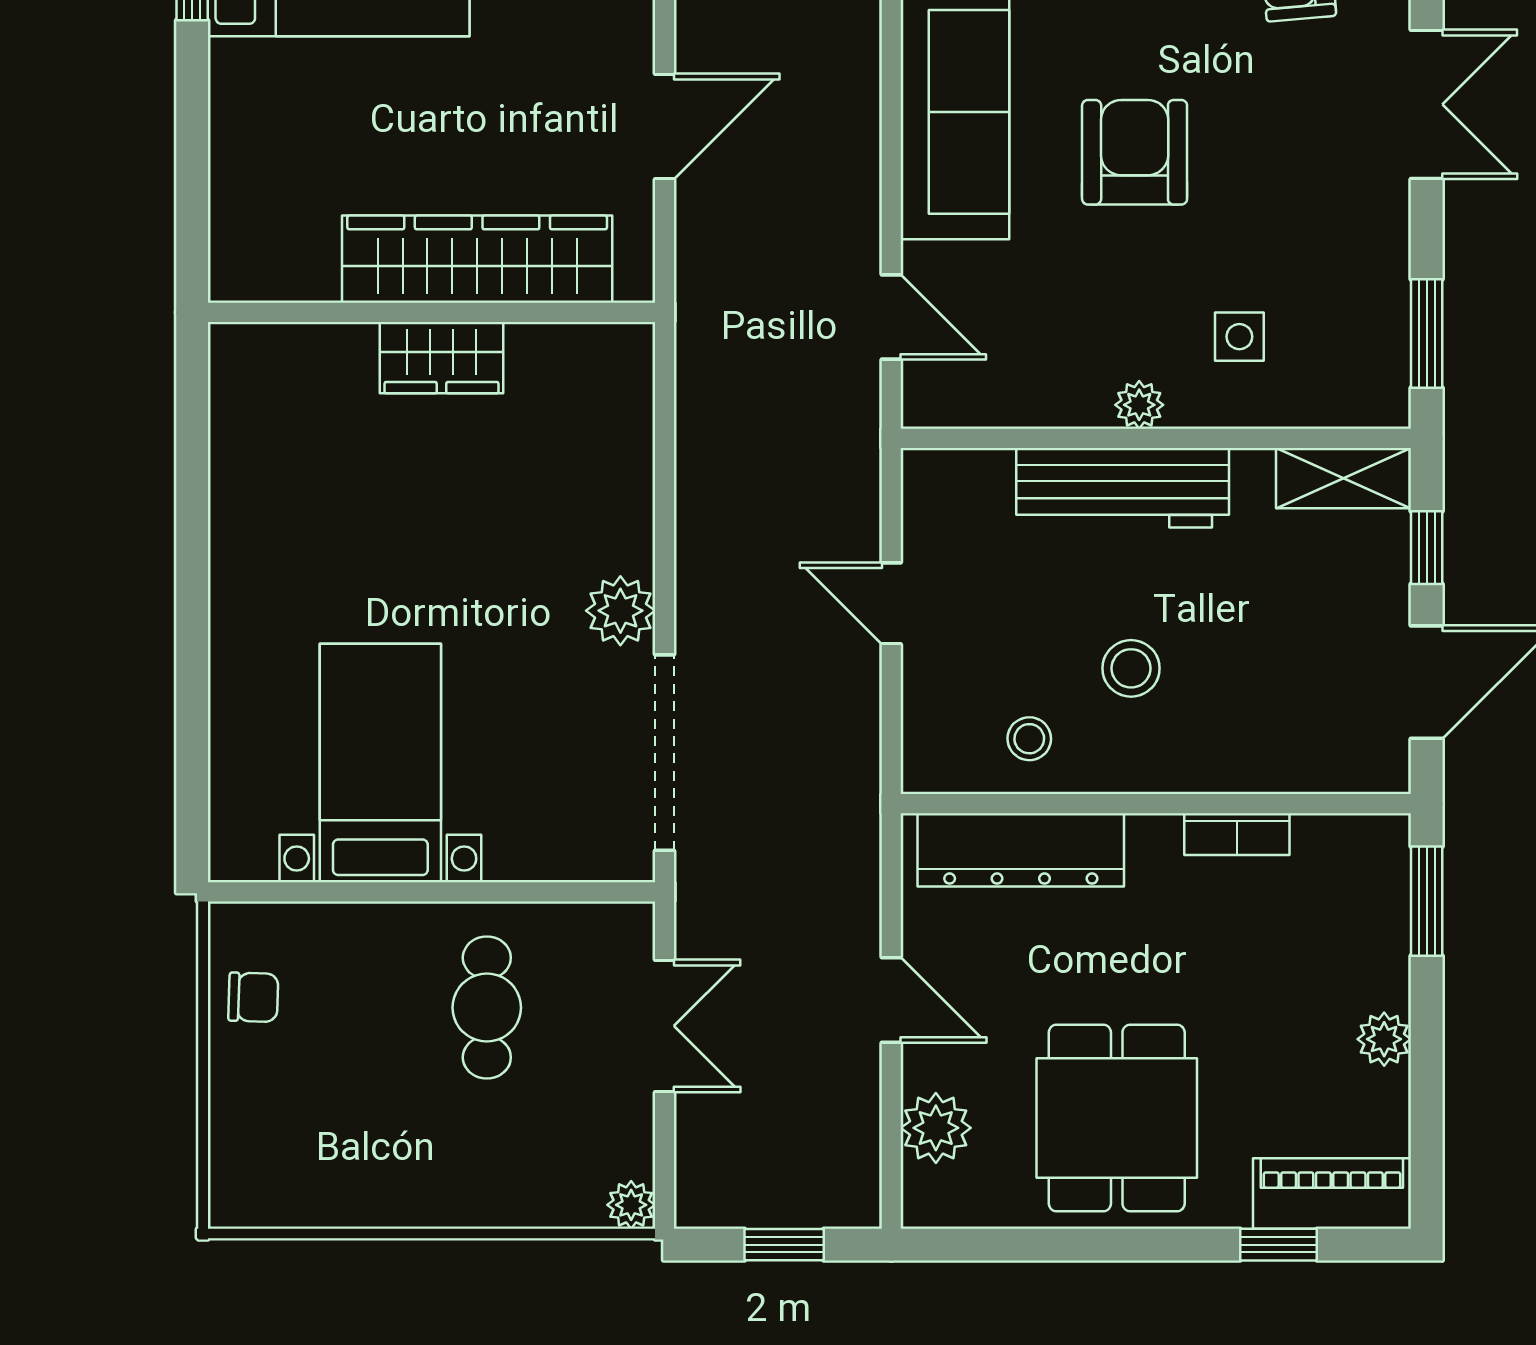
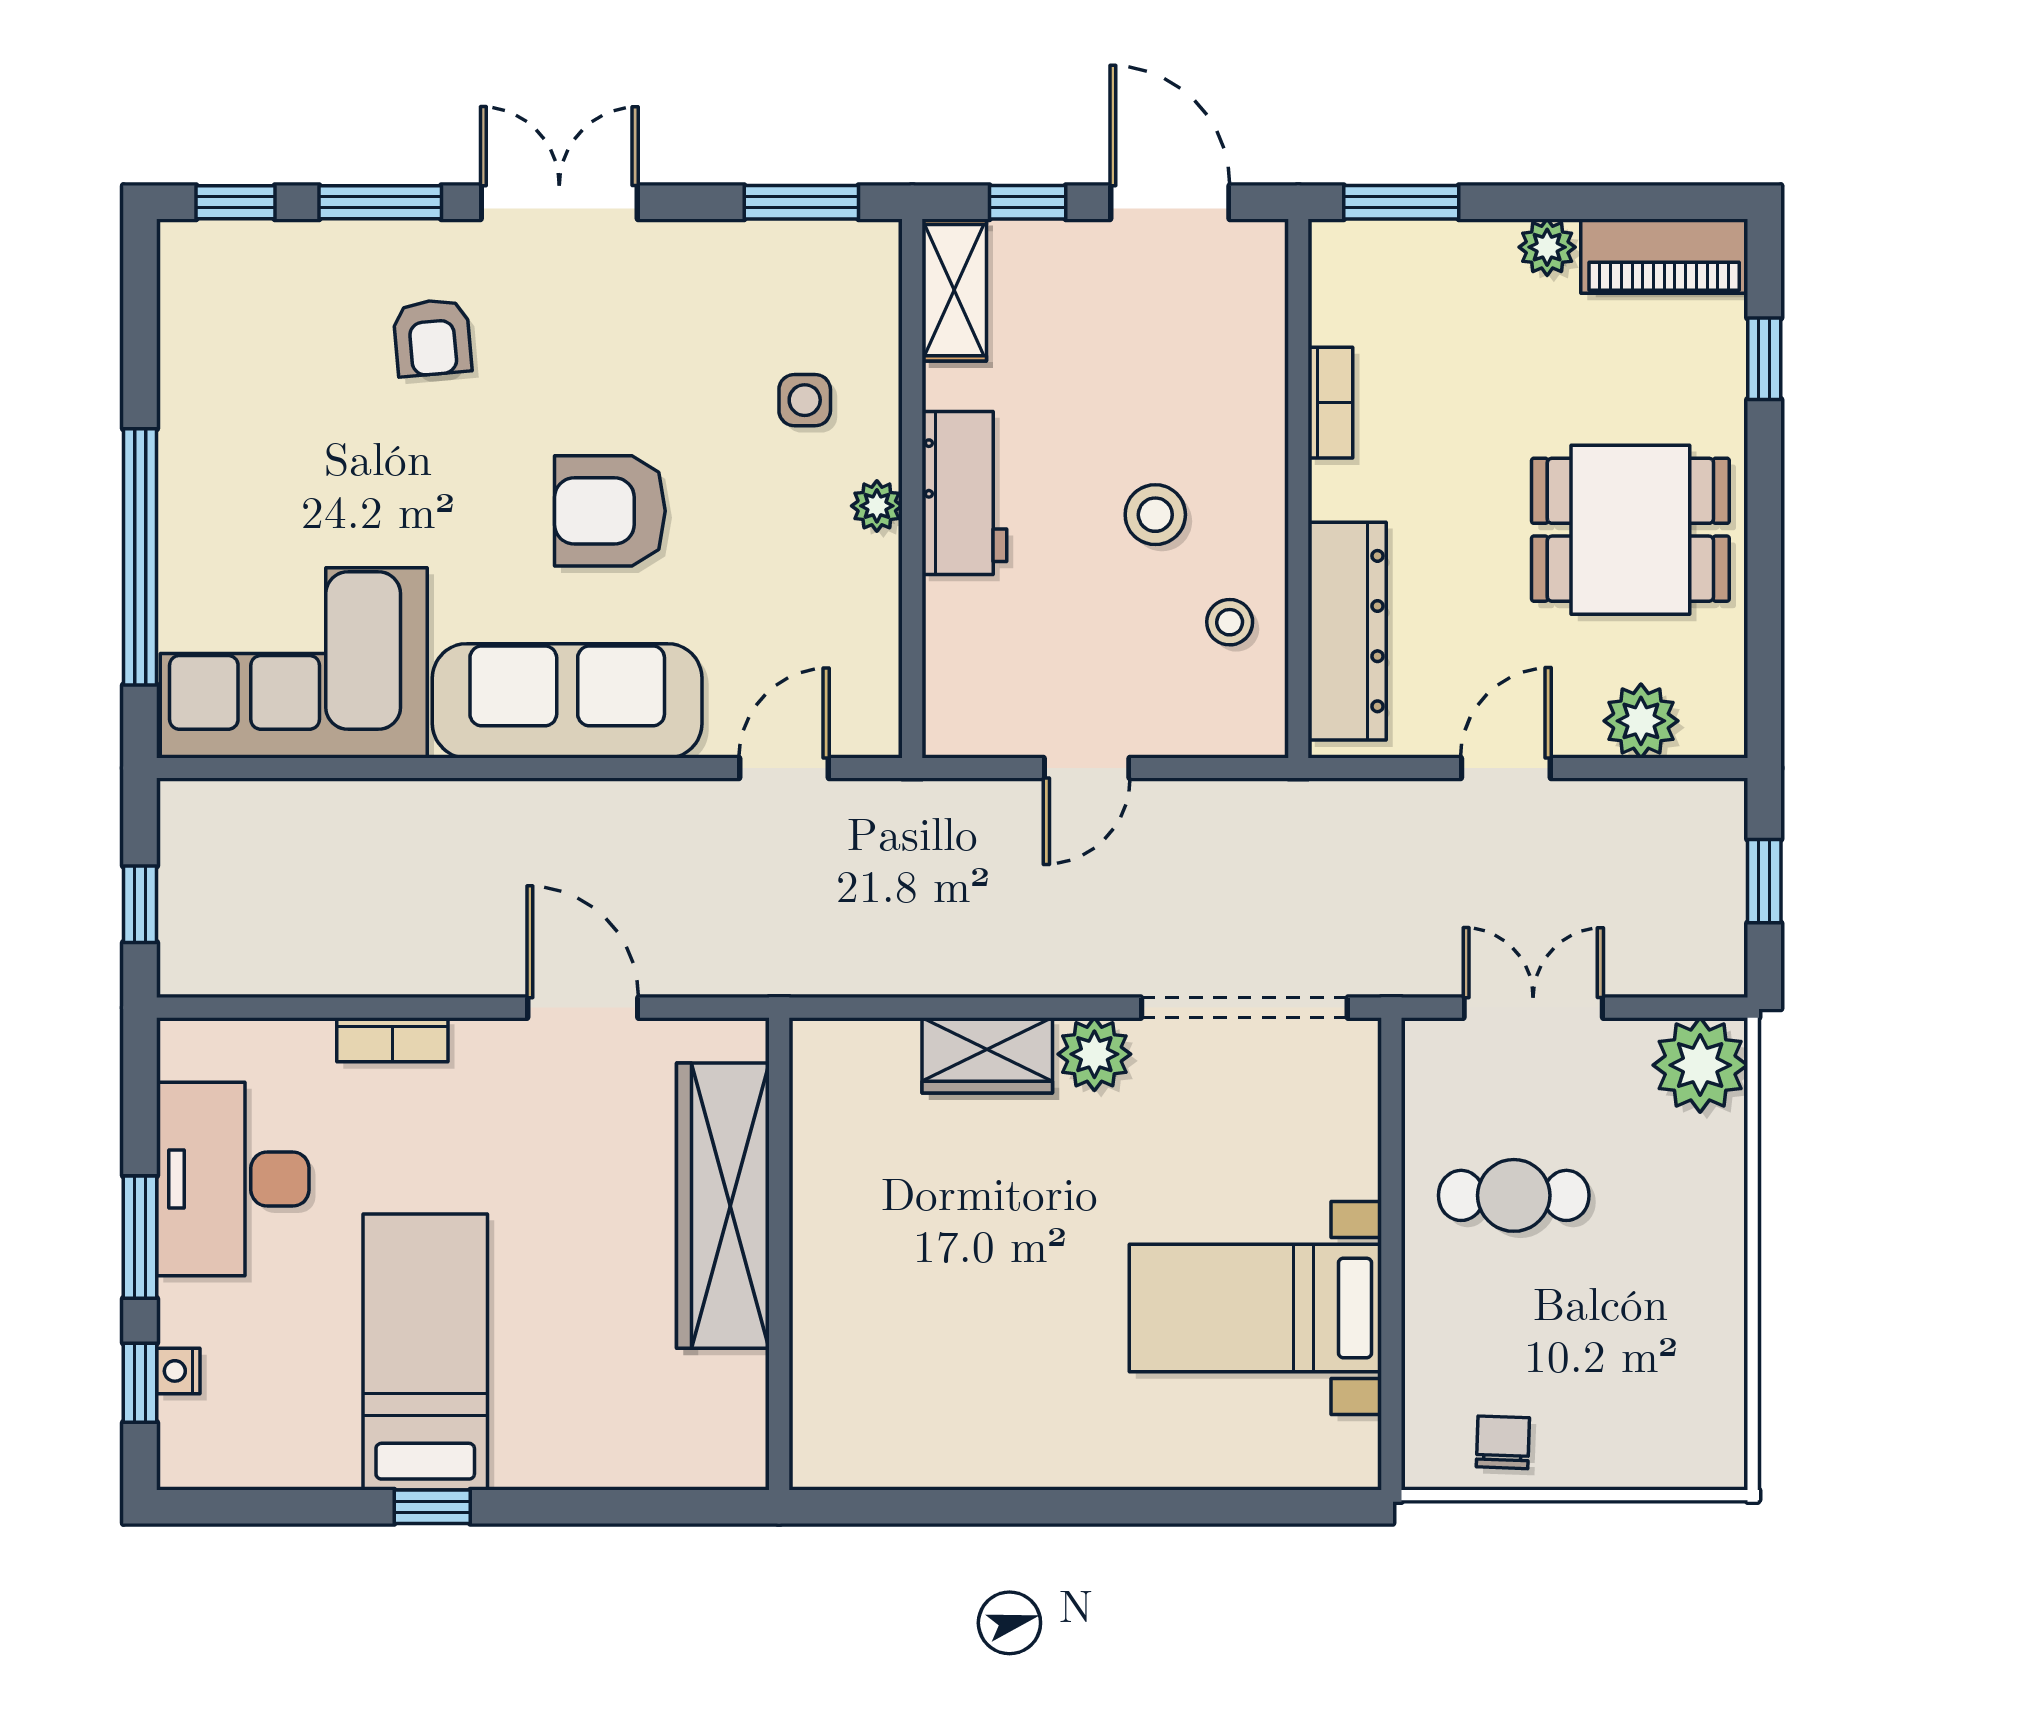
wardrobe: (442, 358) -> (987, 1055), moved, turned 90
workbench: (1123, 488) -> (964, 493), width x0.73
piano: (1332, 1193) -> (1664, 256), moved, turned -90
plant: (631, 1205) -> (1700, 1065), width x1.88, depth x1.88

